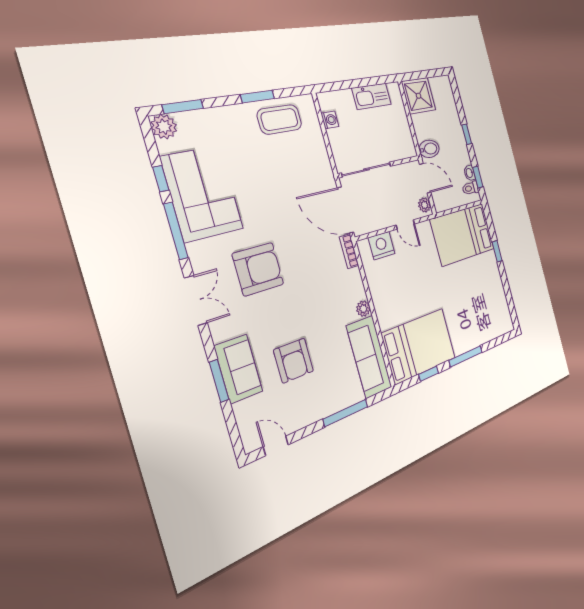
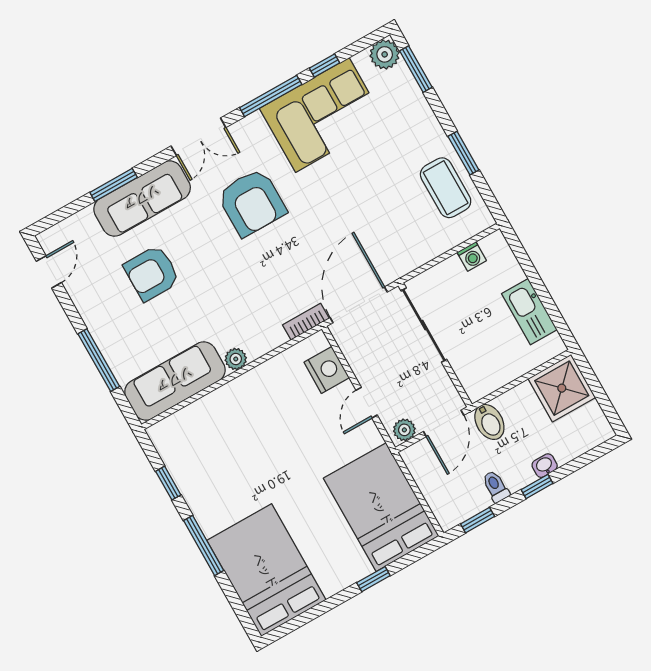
washbasin: (470, 173) -> (545, 466), moved
toilet: (470, 188) -> (496, 486), moved
bed: (419, 346) -> (266, 570), moved, turned 180
sofa: (238, 369) -> (142, 199), width x1.36

